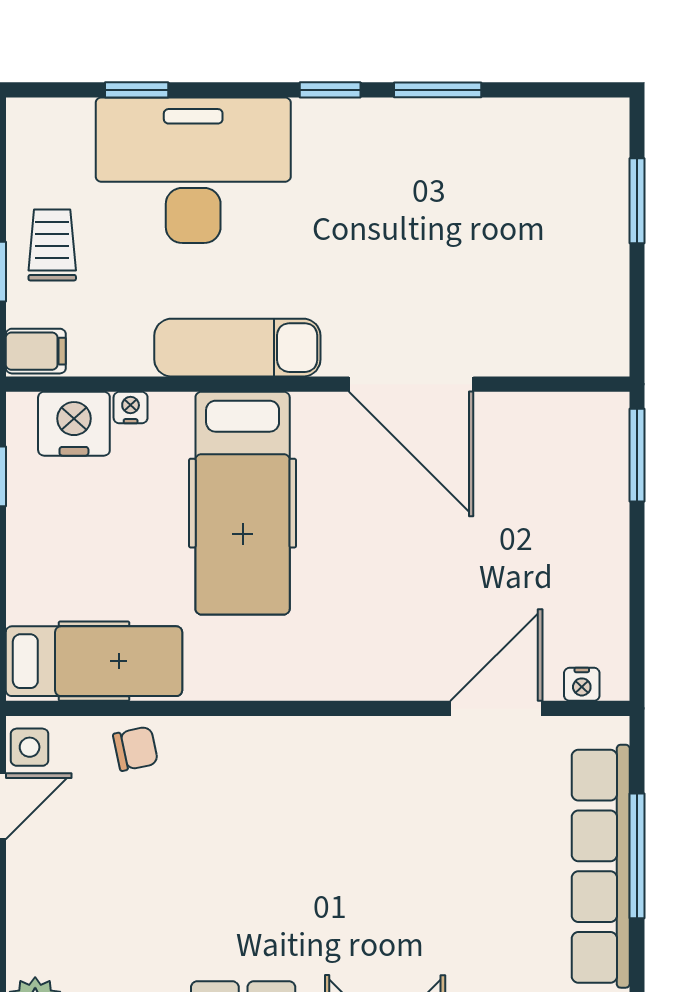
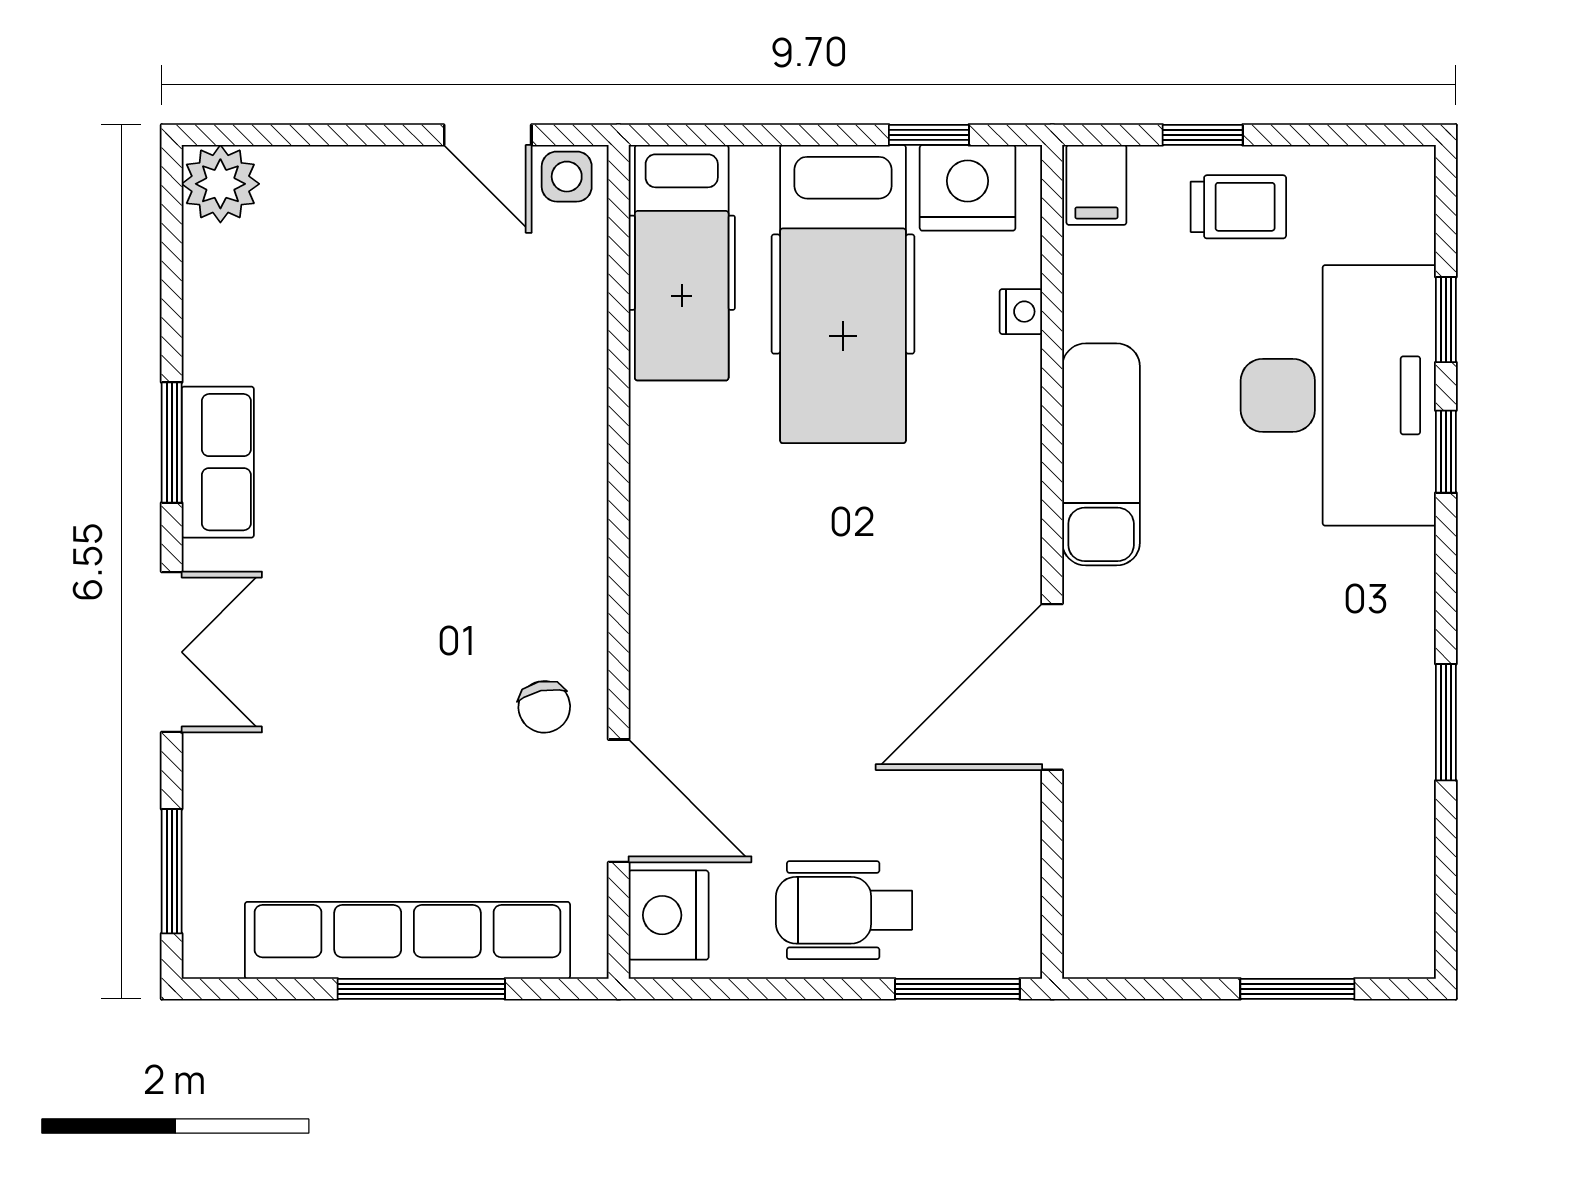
window: (330, 90) -> (1446, 452), moved
nightstand: (74, 424) -> (968, 188), moved, turned -90
hospital bed: (243, 503) -> (843, 294), moved, turned -90
wheelchair: (578, 540) -> (844, 910), added
nightstand: (582, 684) -> (669, 915), width x1.89, depth x1.79
chair: (136, 749) -> (544, 707), moved

